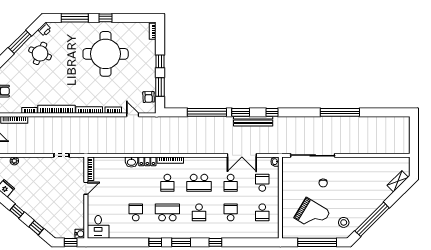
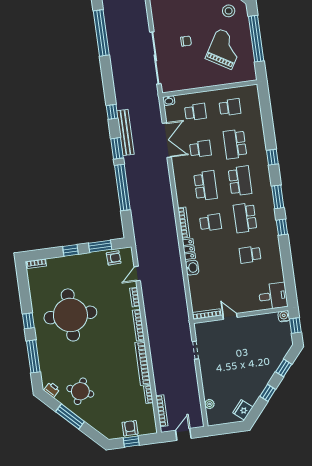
school desk: (262, 183) -> (195, 112), turned 180
school desk: (199, 212) -> (240, 181), width x1.85
school desk: (231, 212) -> (235, 144), width x1.85

